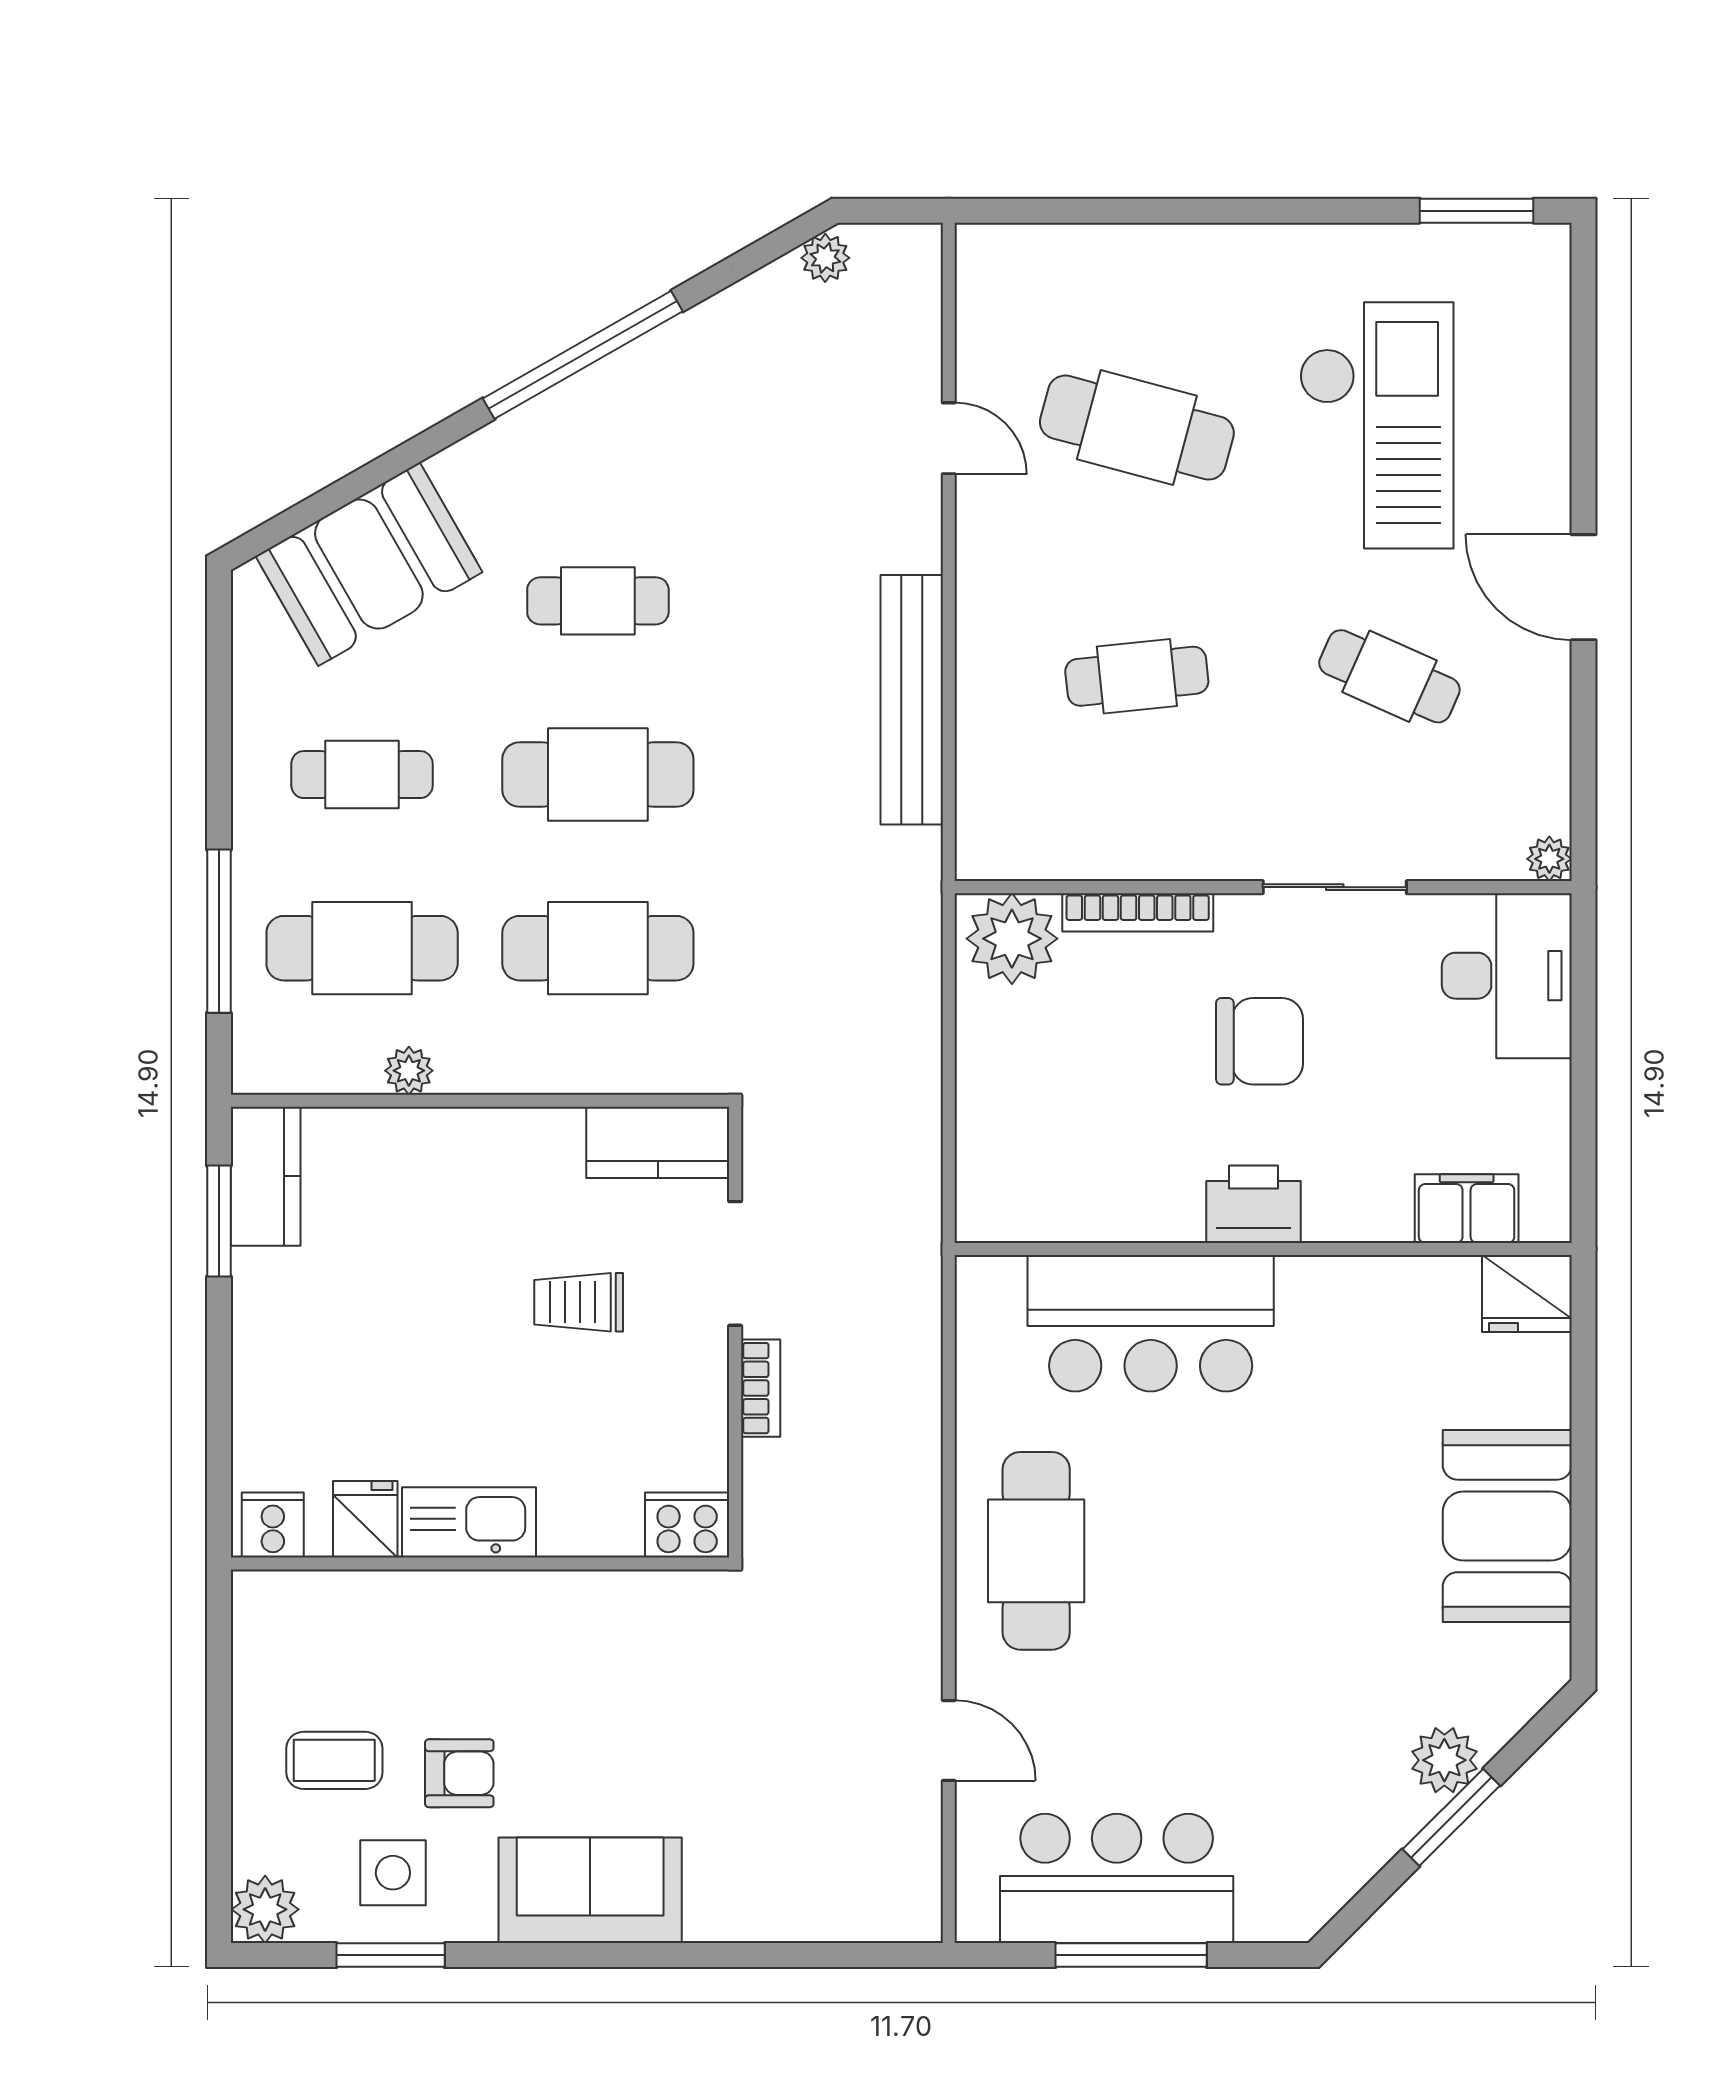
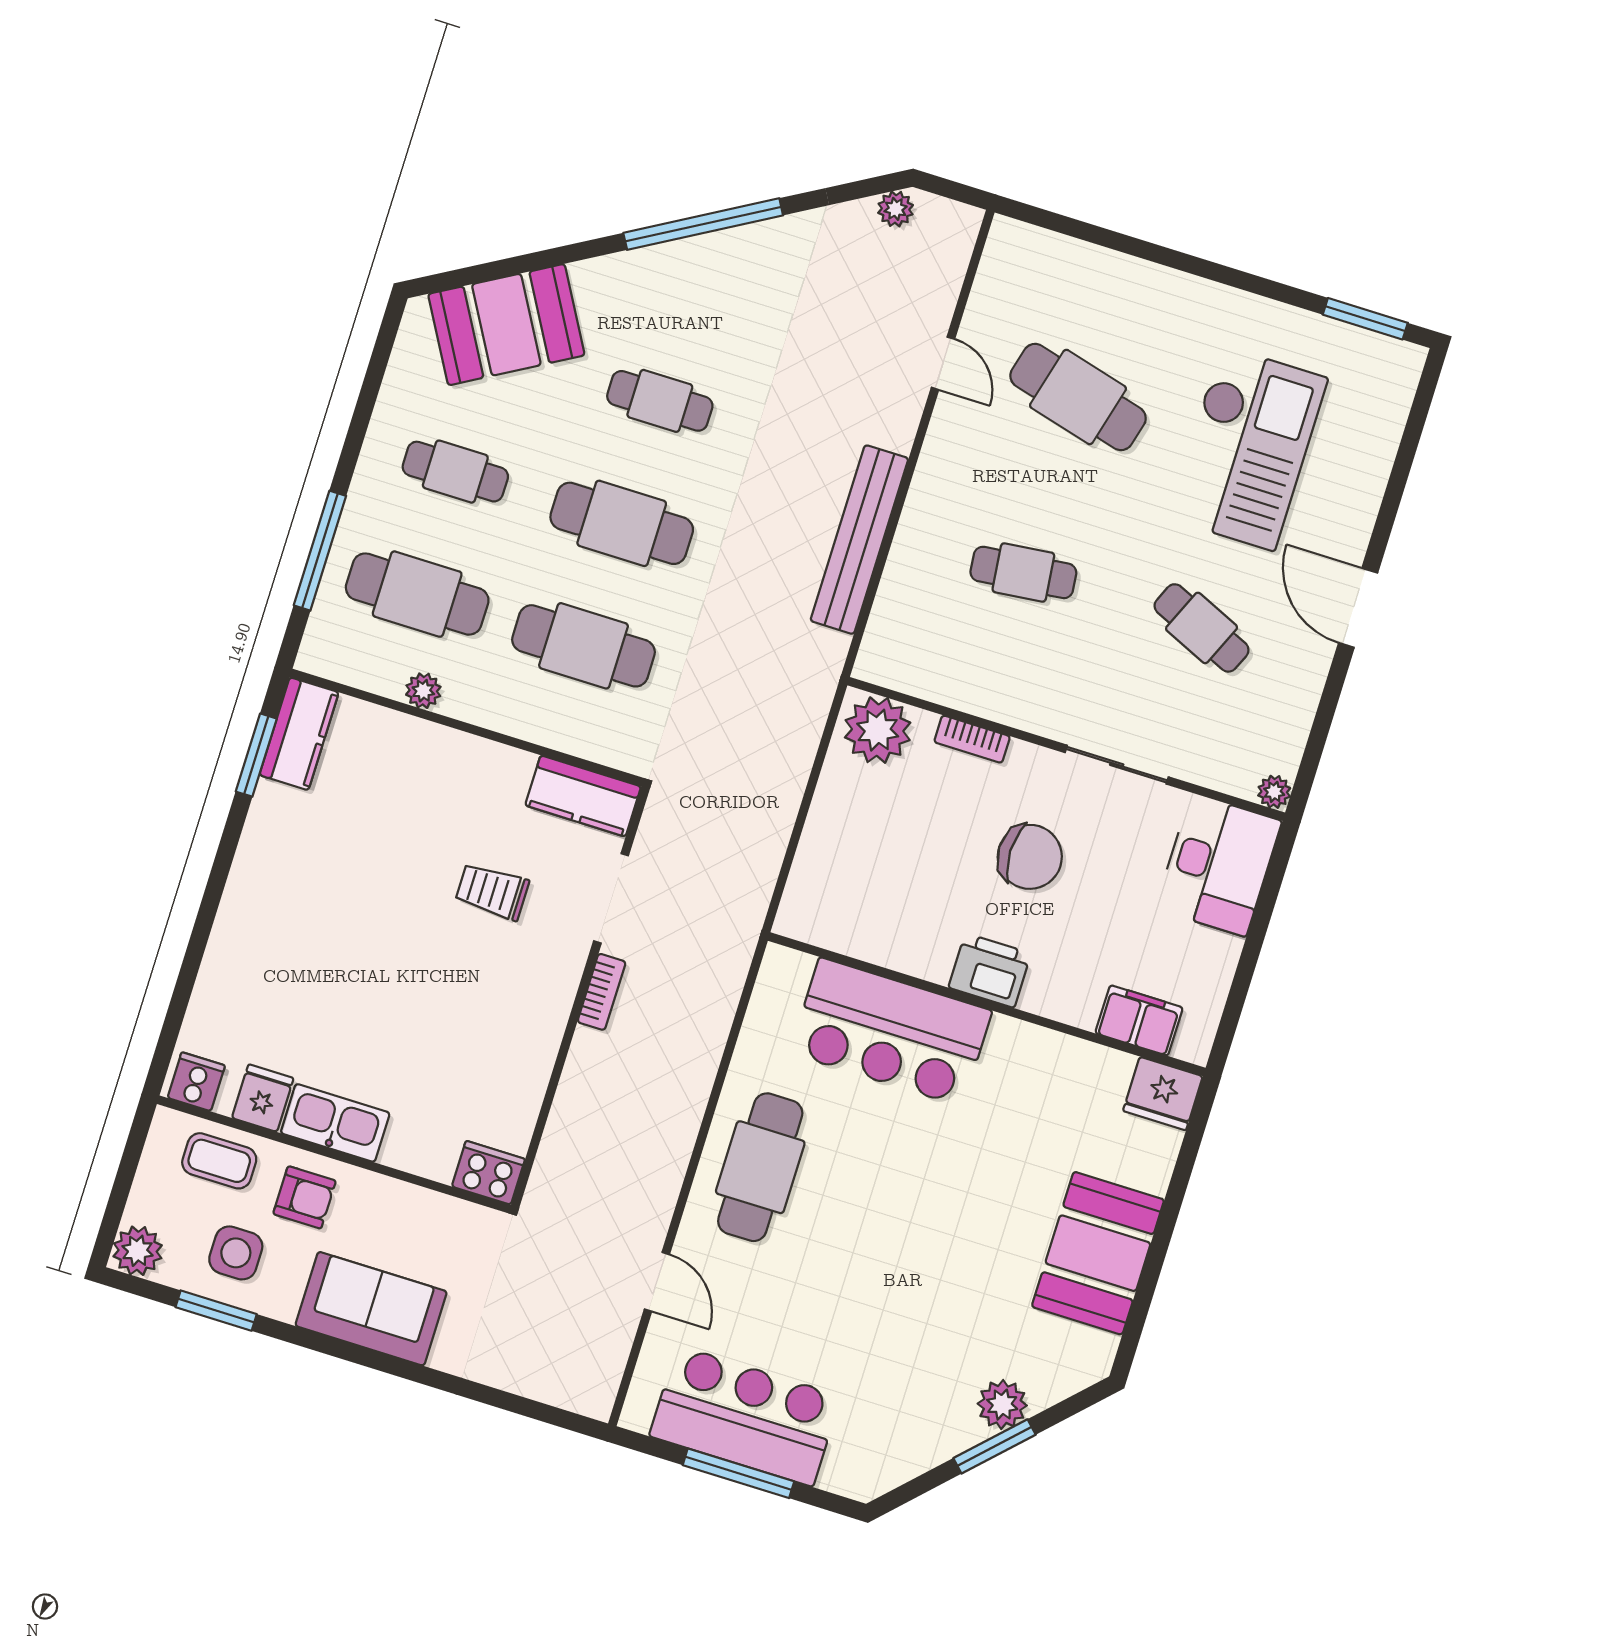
bookcase: (1138, 912) -> (972, 739), width x0.64
fridge: (365, 1519) -> (263, 1098), moved
kitchen sink: (469, 1522) -> (335, 1123), moved
cooker: (273, 1525) -> (196, 1082), moved
cooker: (687, 1525) -> (488, 1173), moved
wall: (480, 1564) -> (334, 1154), moved

